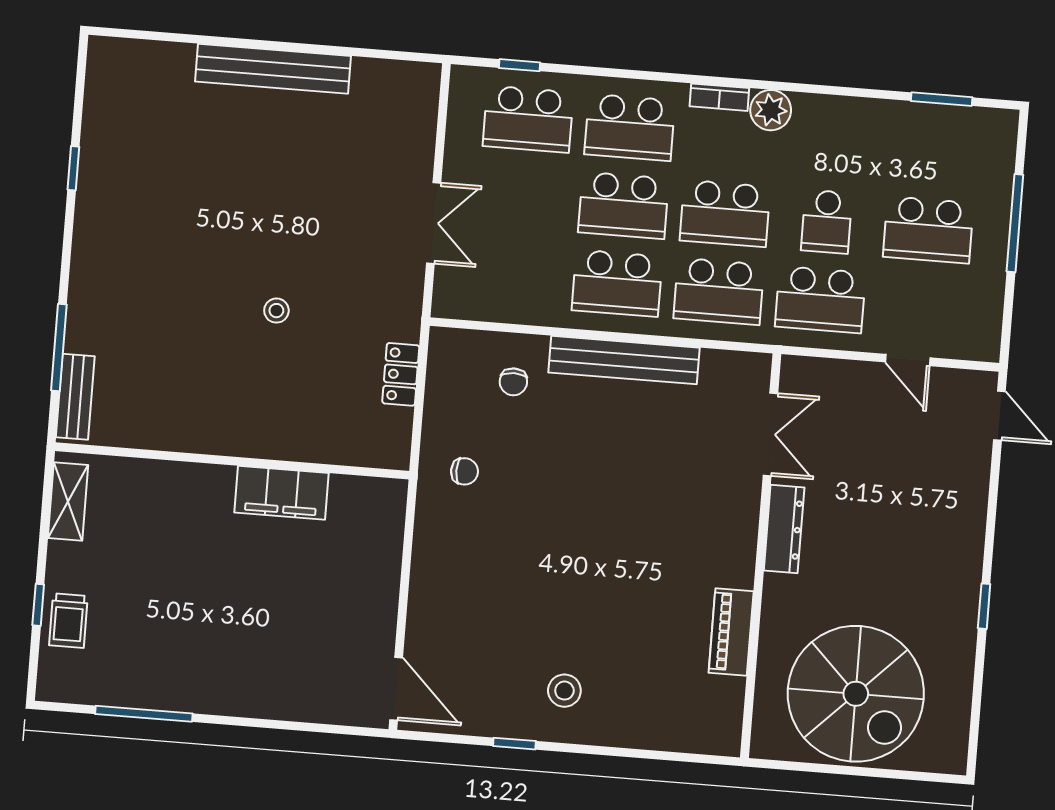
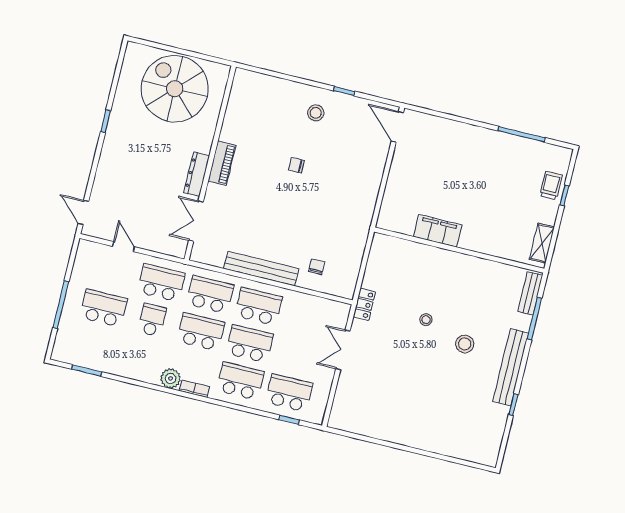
bench: (273, 69) -> (511, 367), moved, turned 90
stool: (191, 274) -> (465, 344), added
locker: (401, 374) -> (364, 304), moved
chair: (465, 471) -> (296, 165), moved
piano: (731, 632) -> (222, 163), moved

